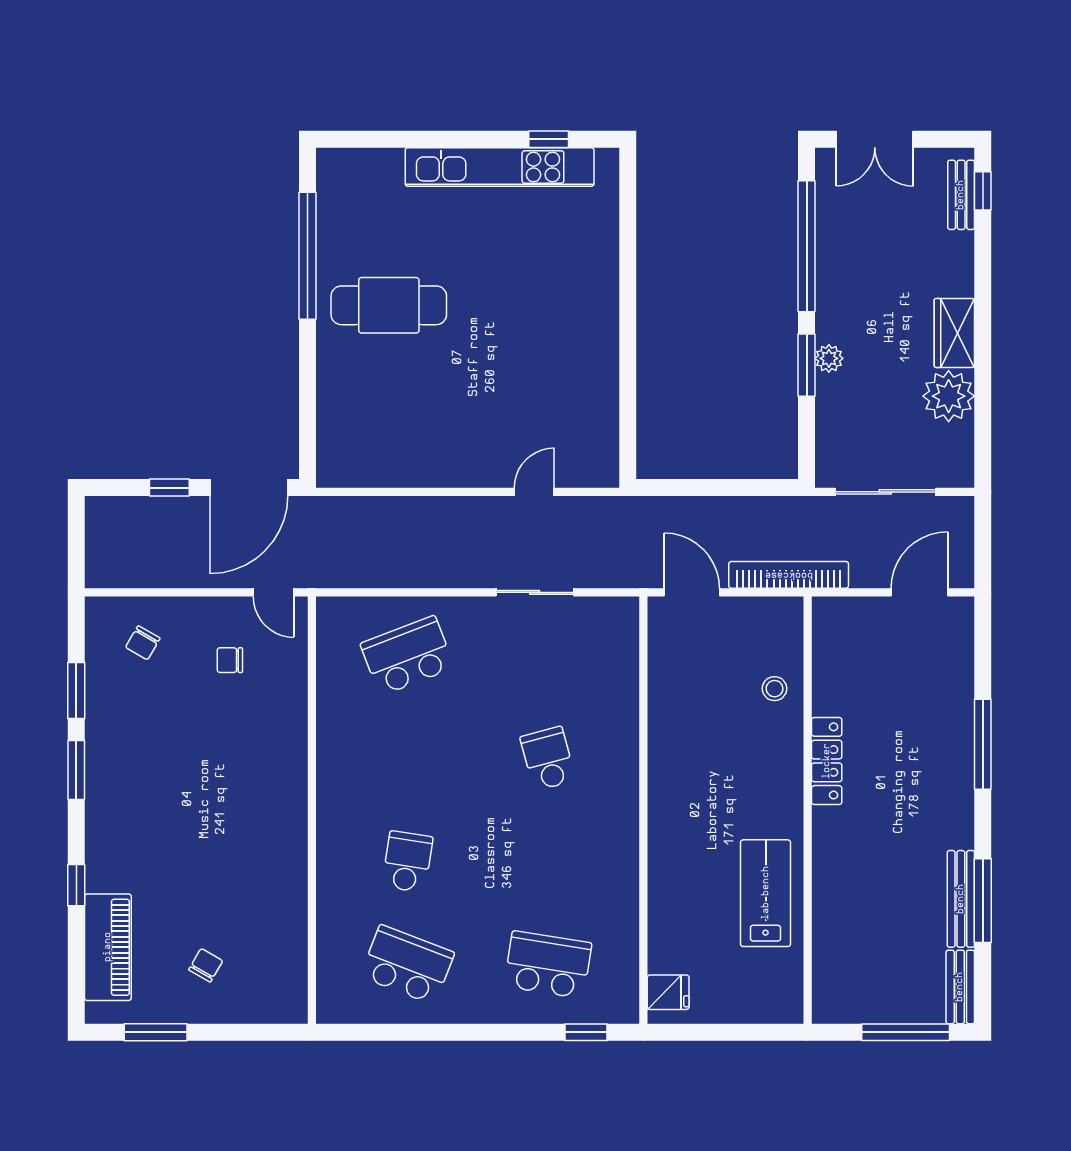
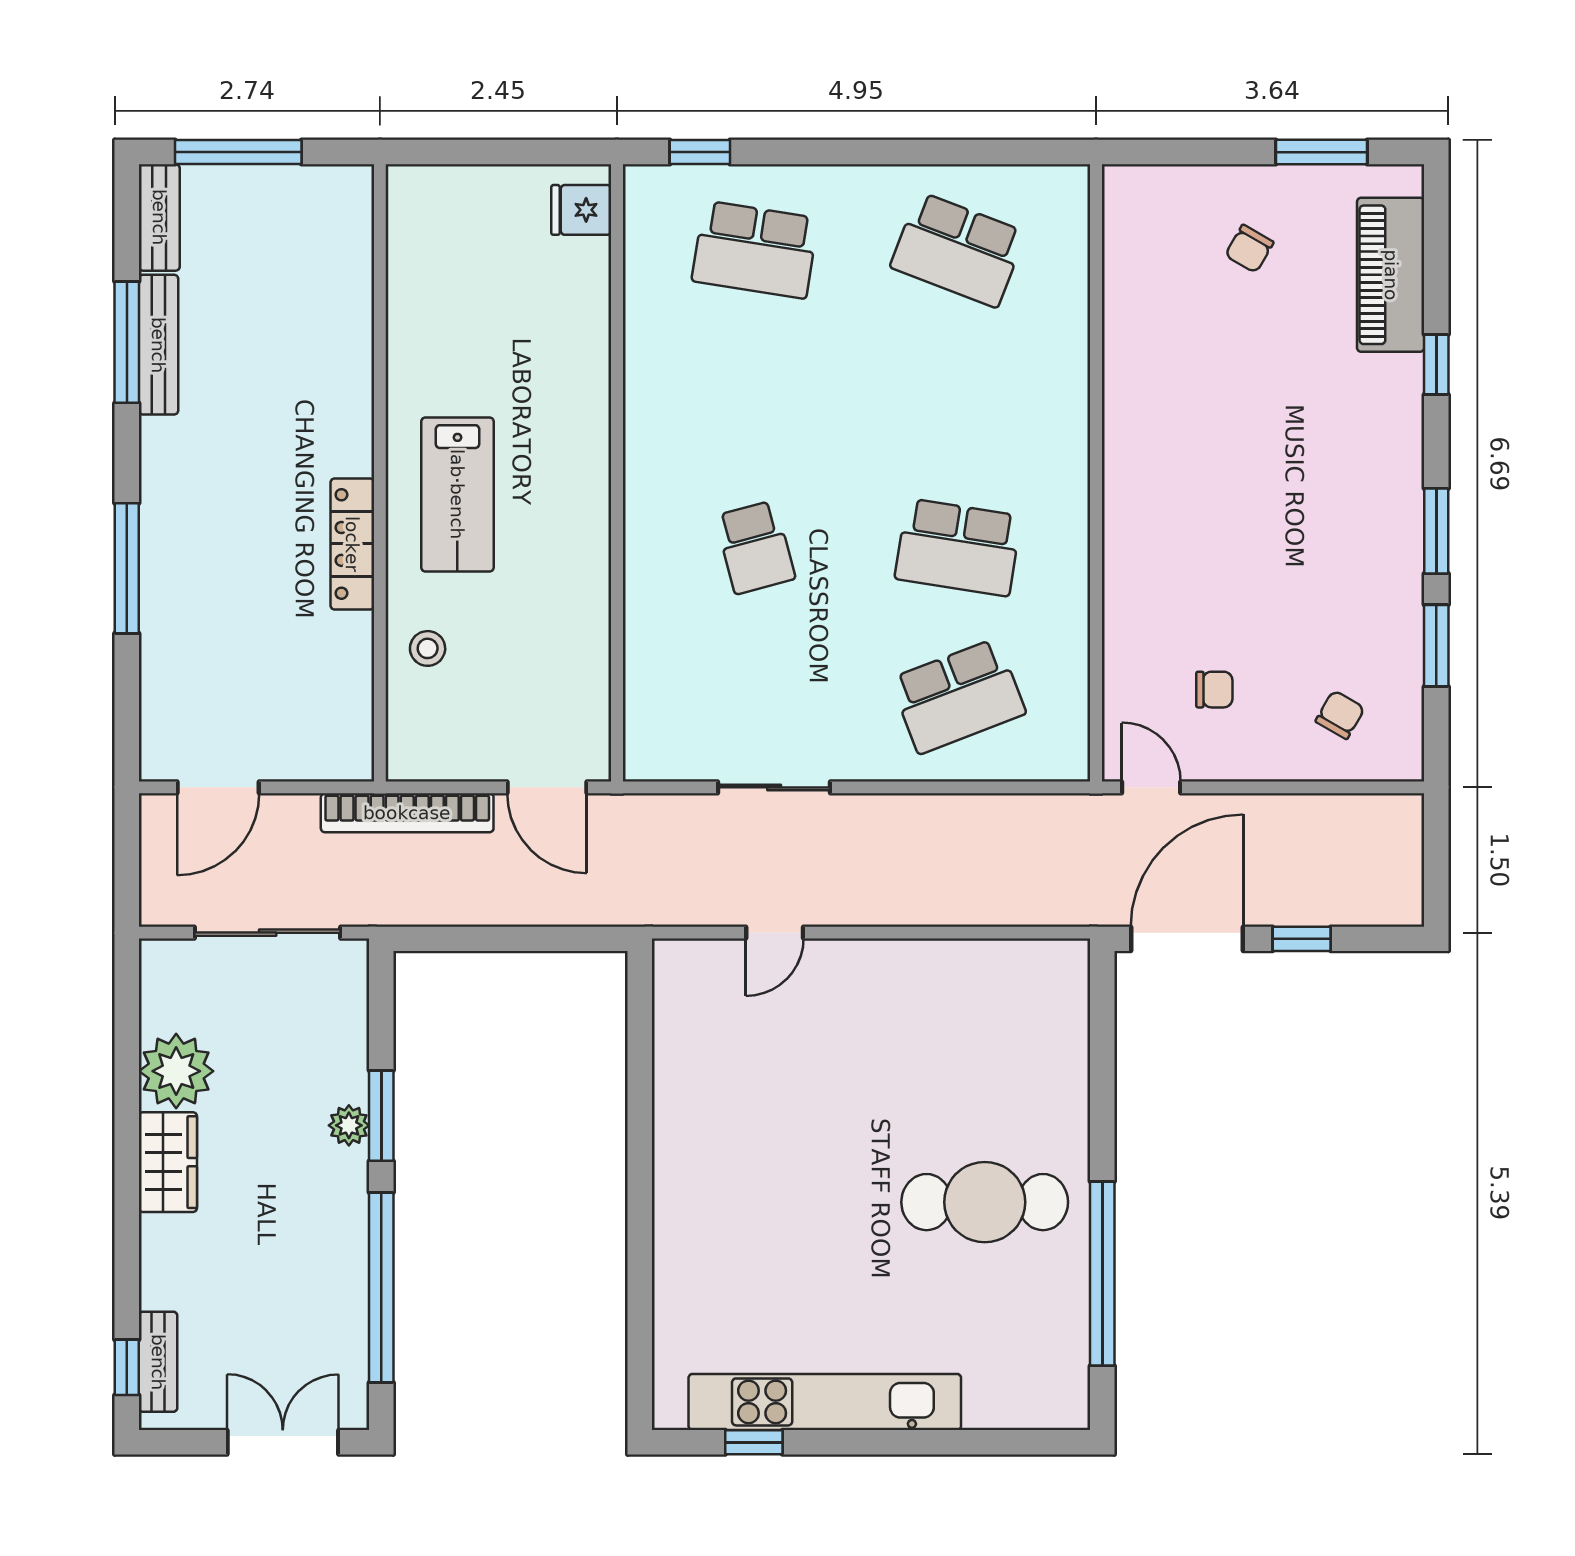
school desk: (407, 862) -> (958, 547), moved, width x1.85
lab bench: (766, 893) -> (457, 494), moved

